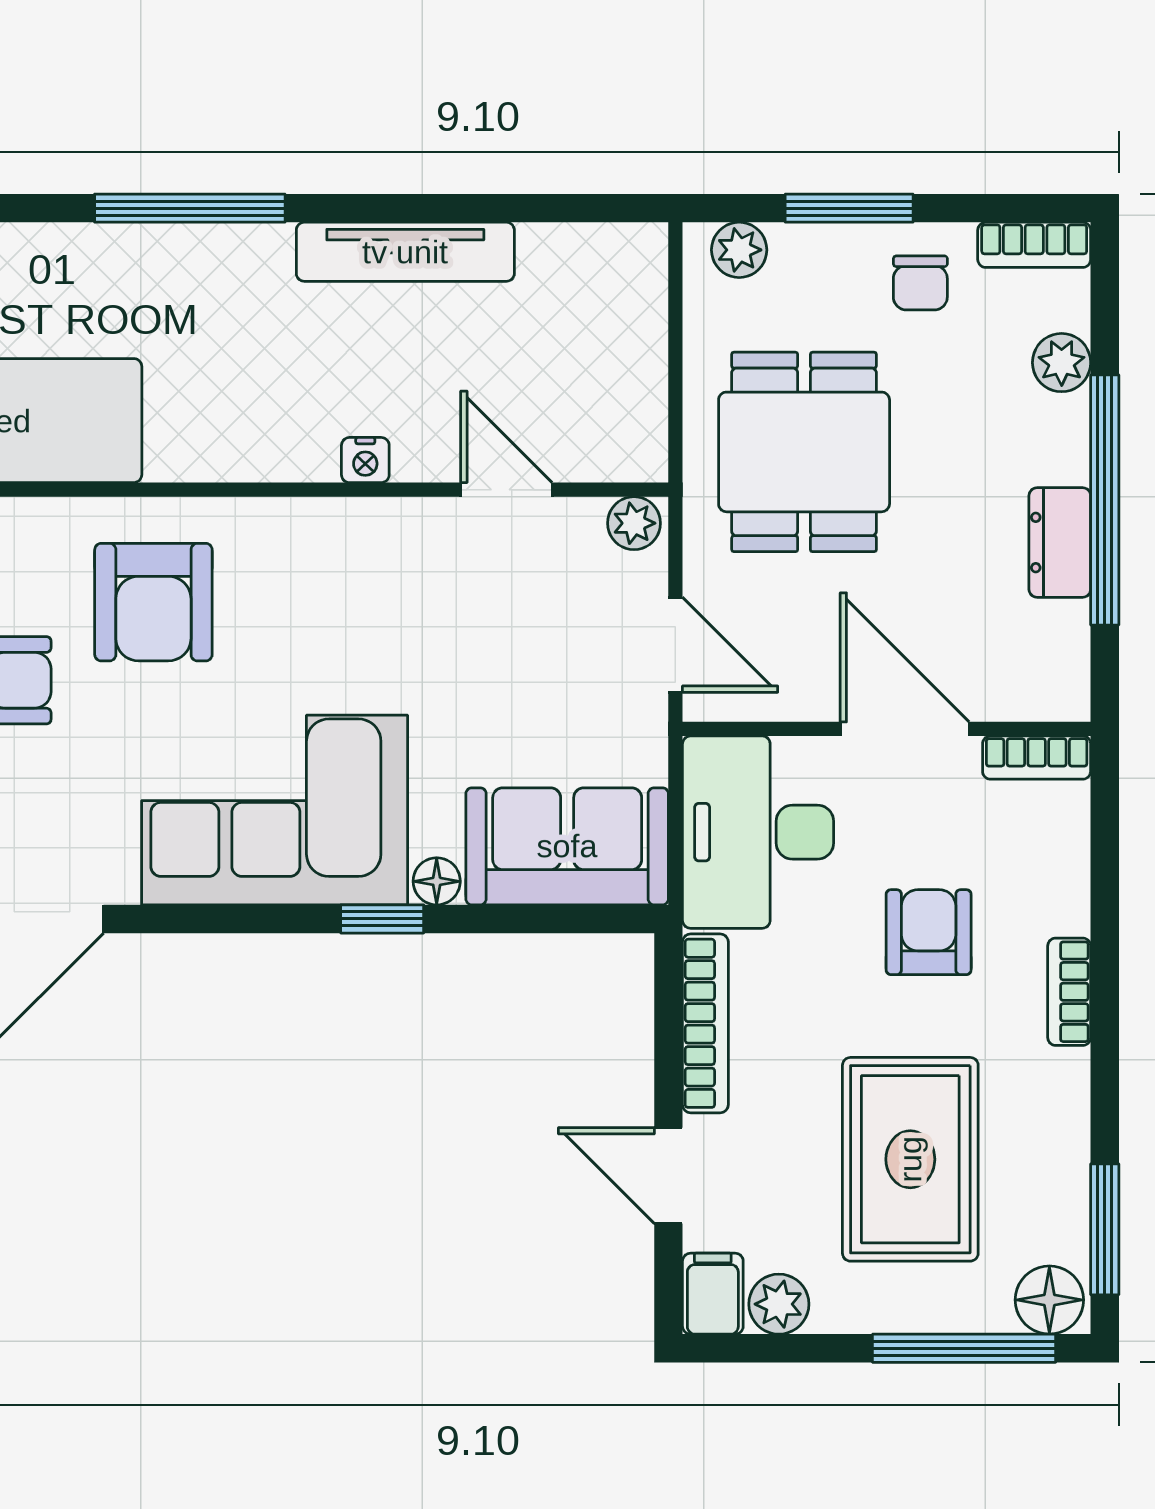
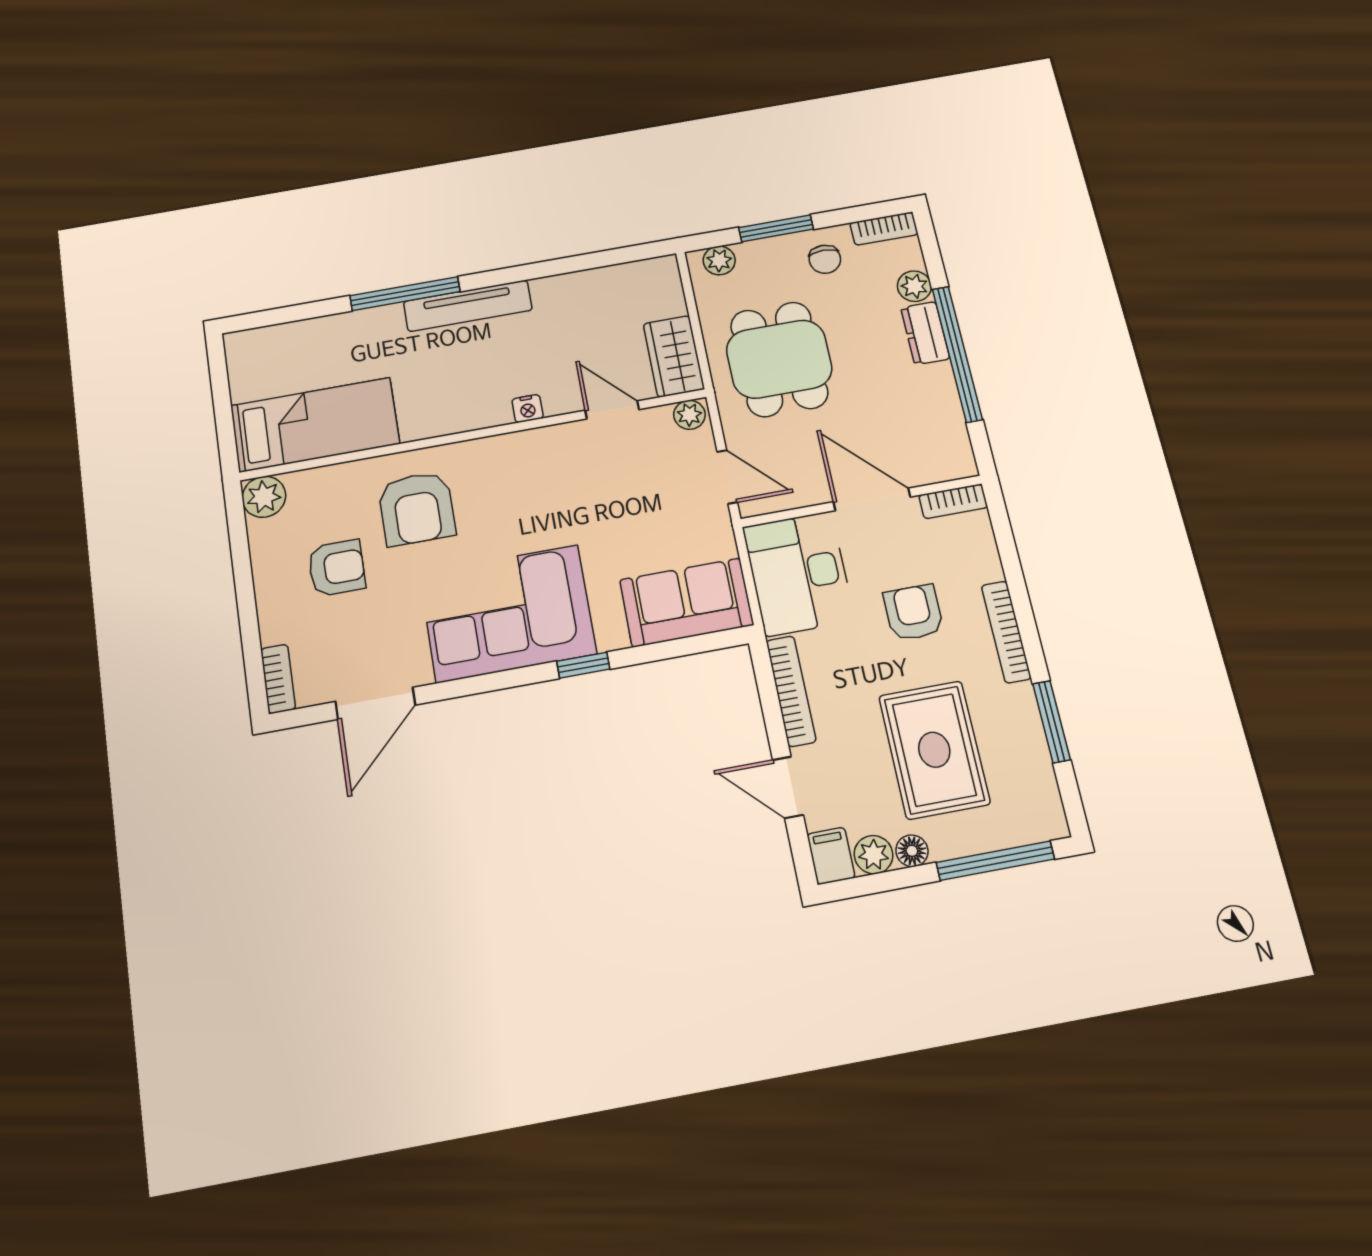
tv unit: (405, 252) -> (468, 306), moved
wardrobe: (628, 413) -> (674, 356), added
dresser: (1060, 543) -> (925, 333), moved
floor lamp: (437, 881) -> (612, 637), removed
bookcase: (1069, 992) -> (1006, 632), width x1.56
window: (1105, 1229) -> (1051, 722), moved
floor lamp: (1049, 1300) -> (912, 851), moved, width x0.73, depth x0.73

